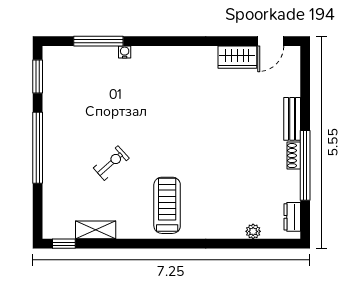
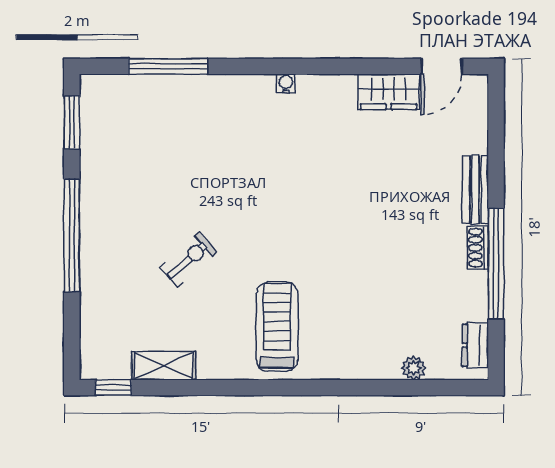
water cooler: (125, 52) -> (286, 84), moved

